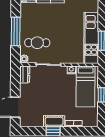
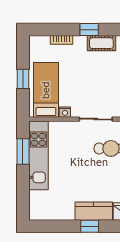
cot: (54, 121) -> (101, 43), moved

